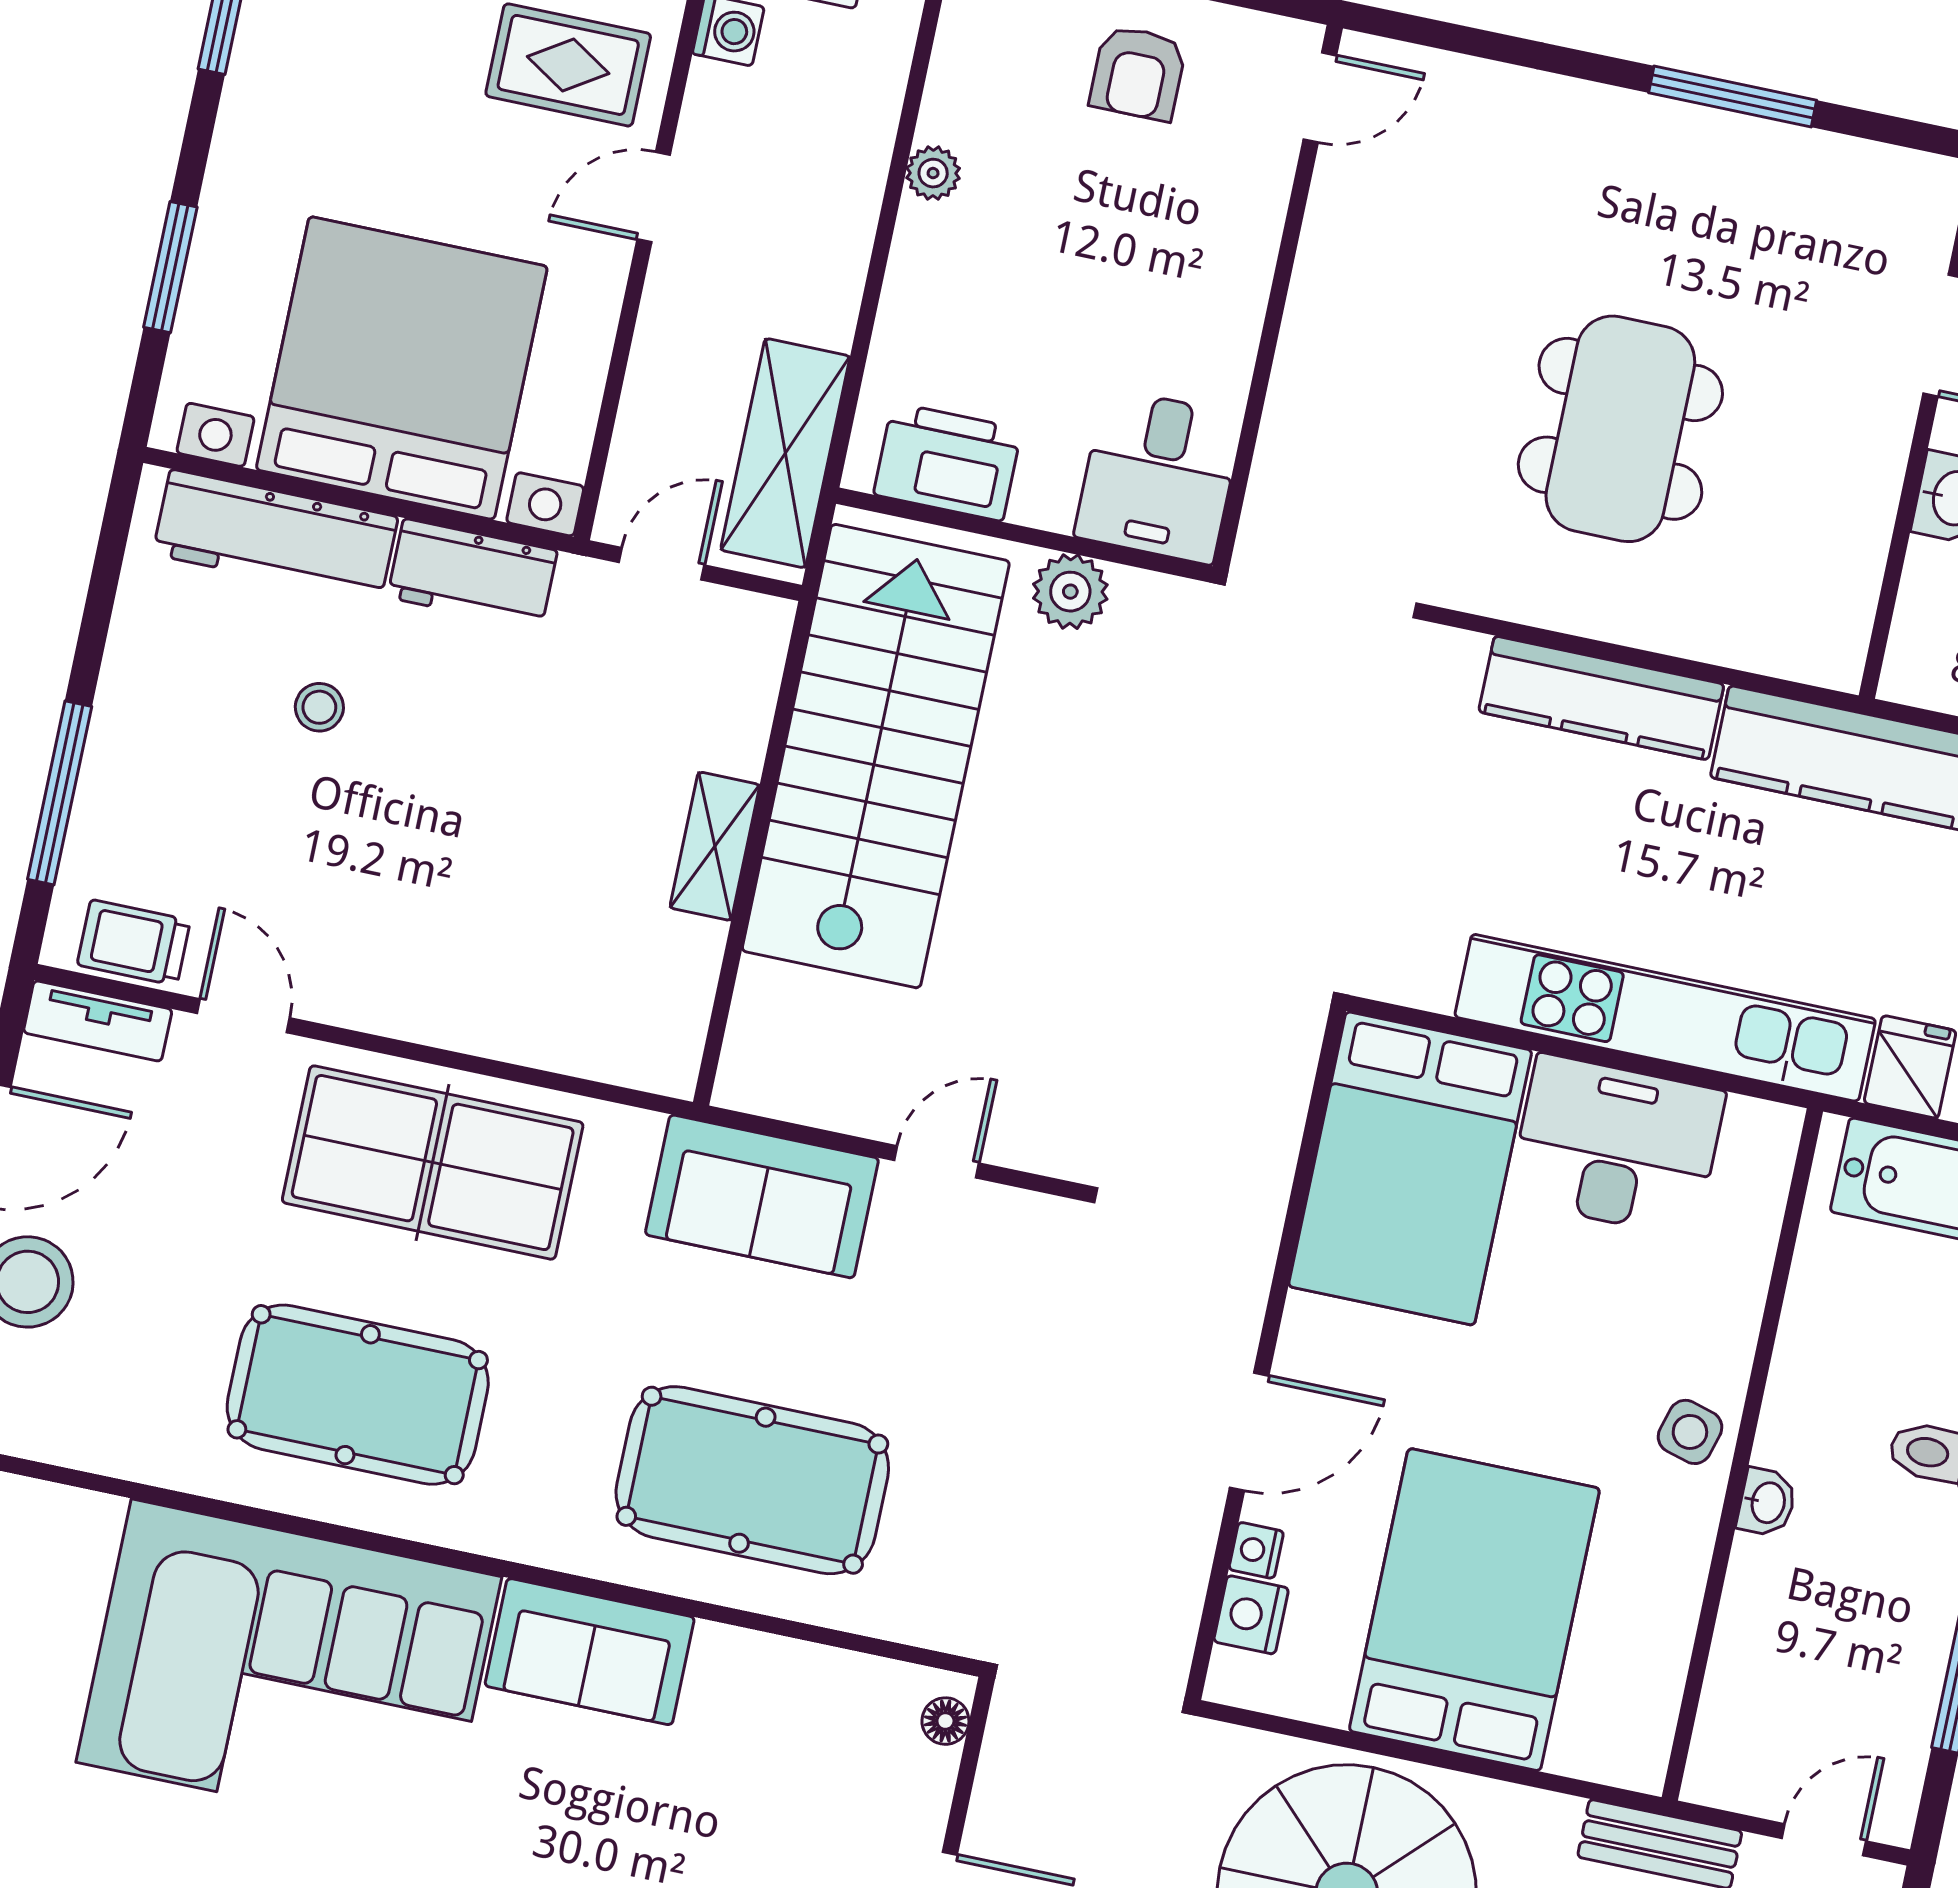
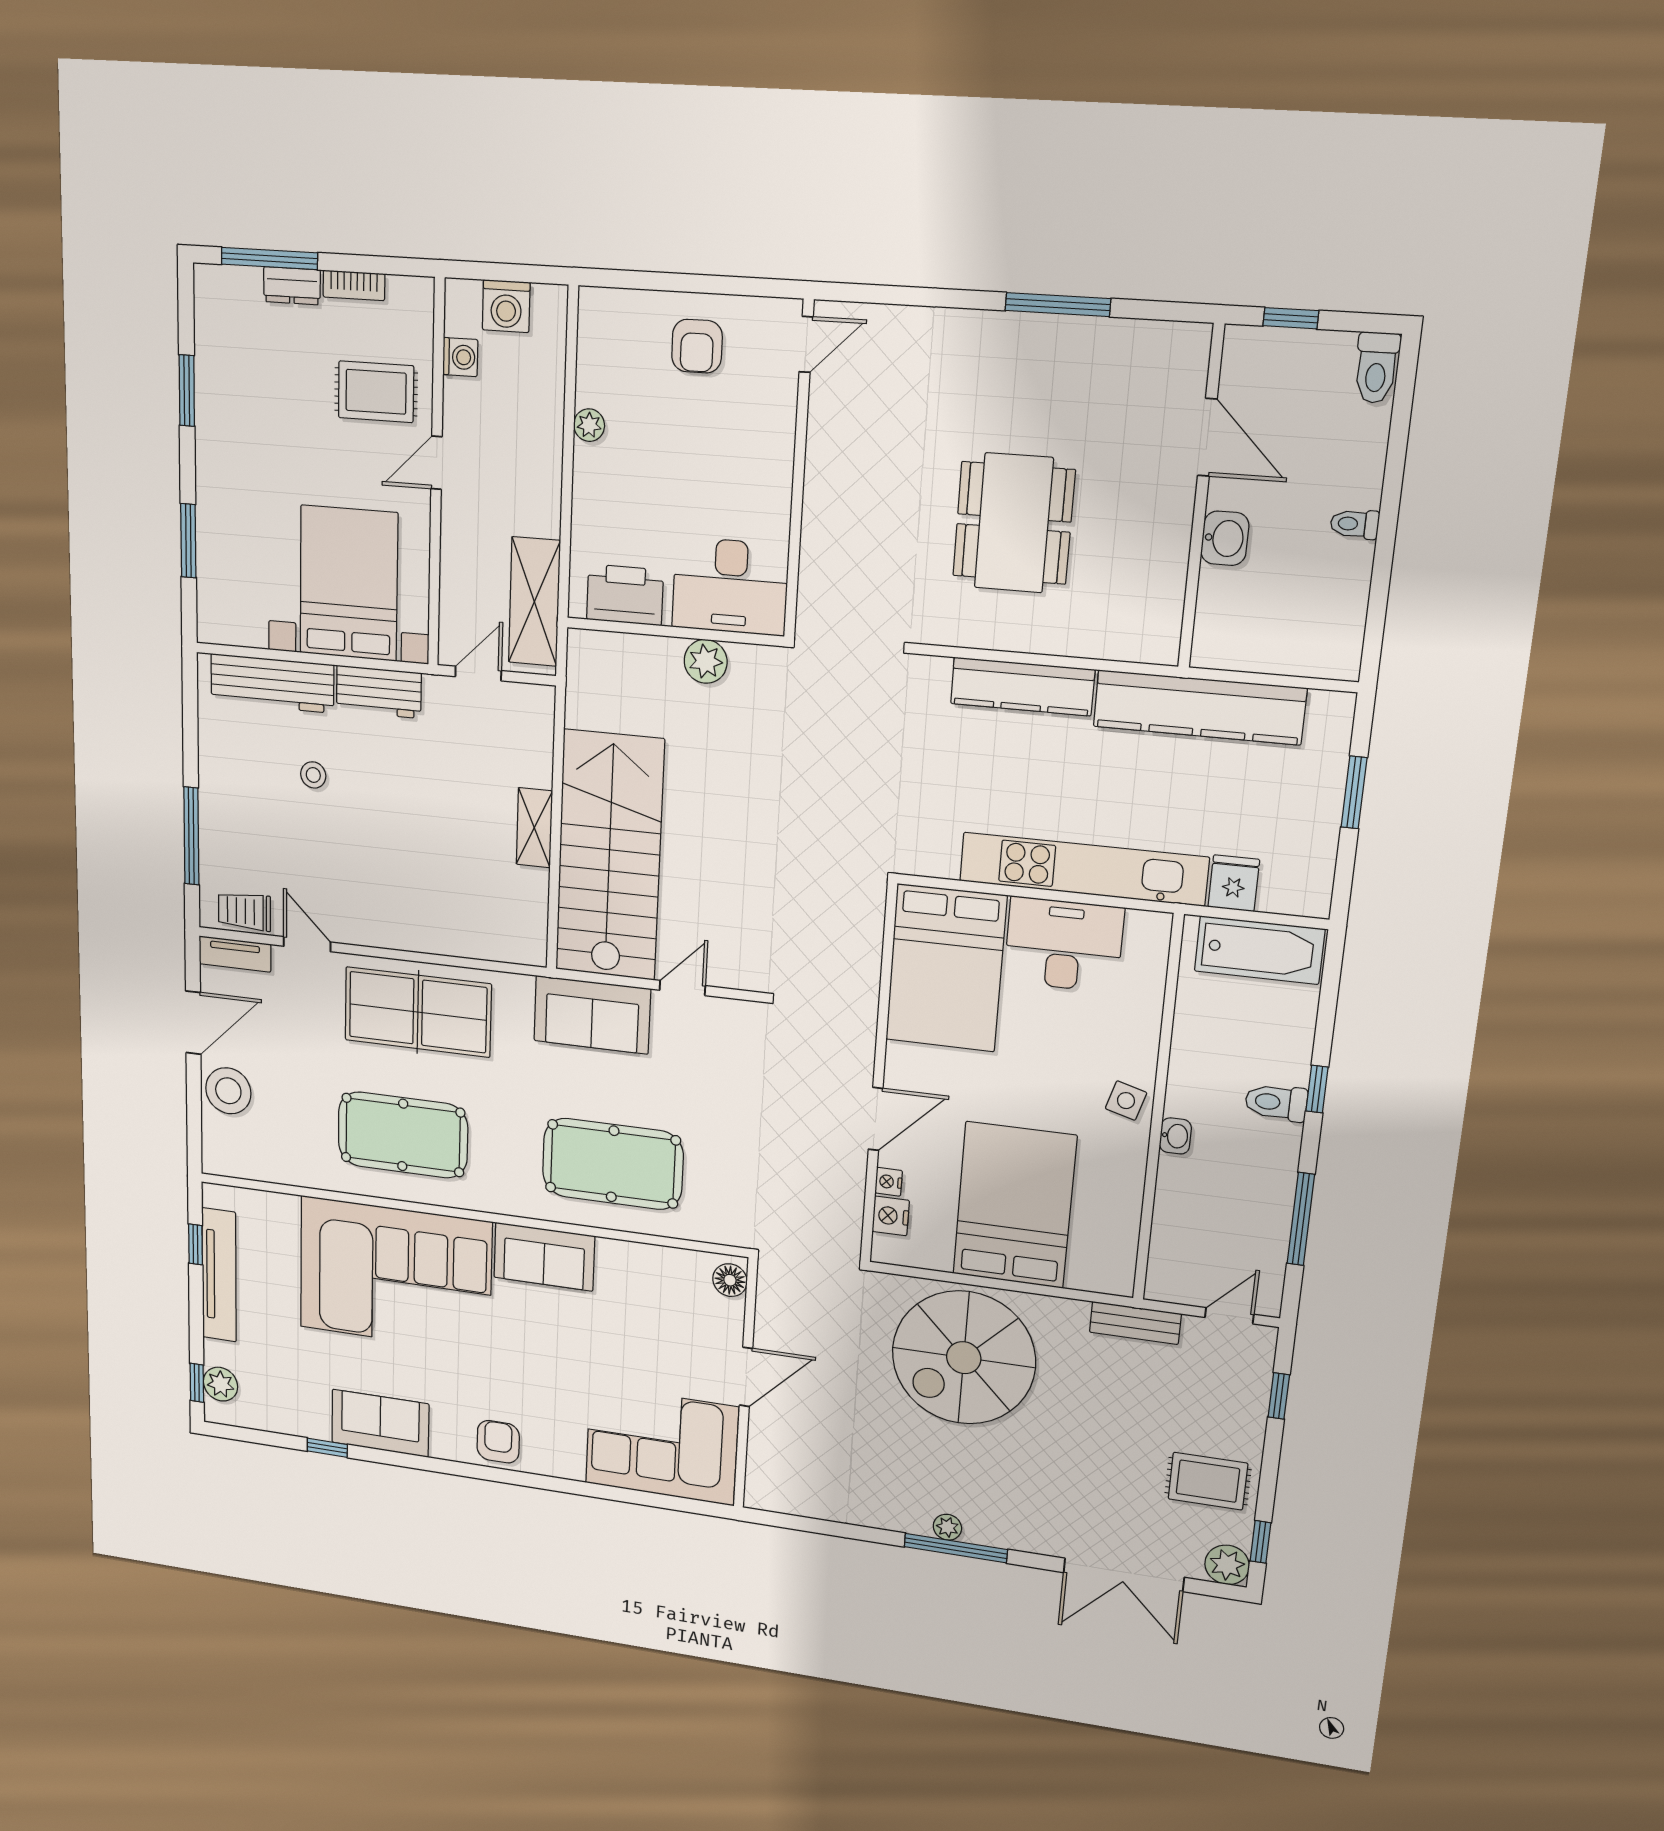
bed with nightstands: (402, 368) -> (349, 583), width x0.73
desk: (1159, 476) -> (730, 586), width x1.37
stairs: (876, 756) -> (609, 856), moved
floor lamp: (945, 1721) -> (730, 1280), width x1.37, depth x1.37

